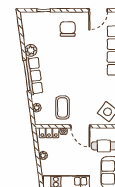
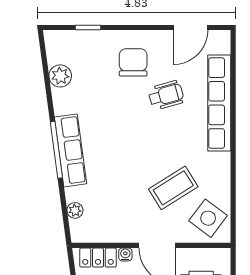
wheelchair: (85, 46) -> (166, 95), added
plant: (31, 50) -> (60, 76), moved
coffee table: (62, 108) -> (173, 188), moved, turned 58

